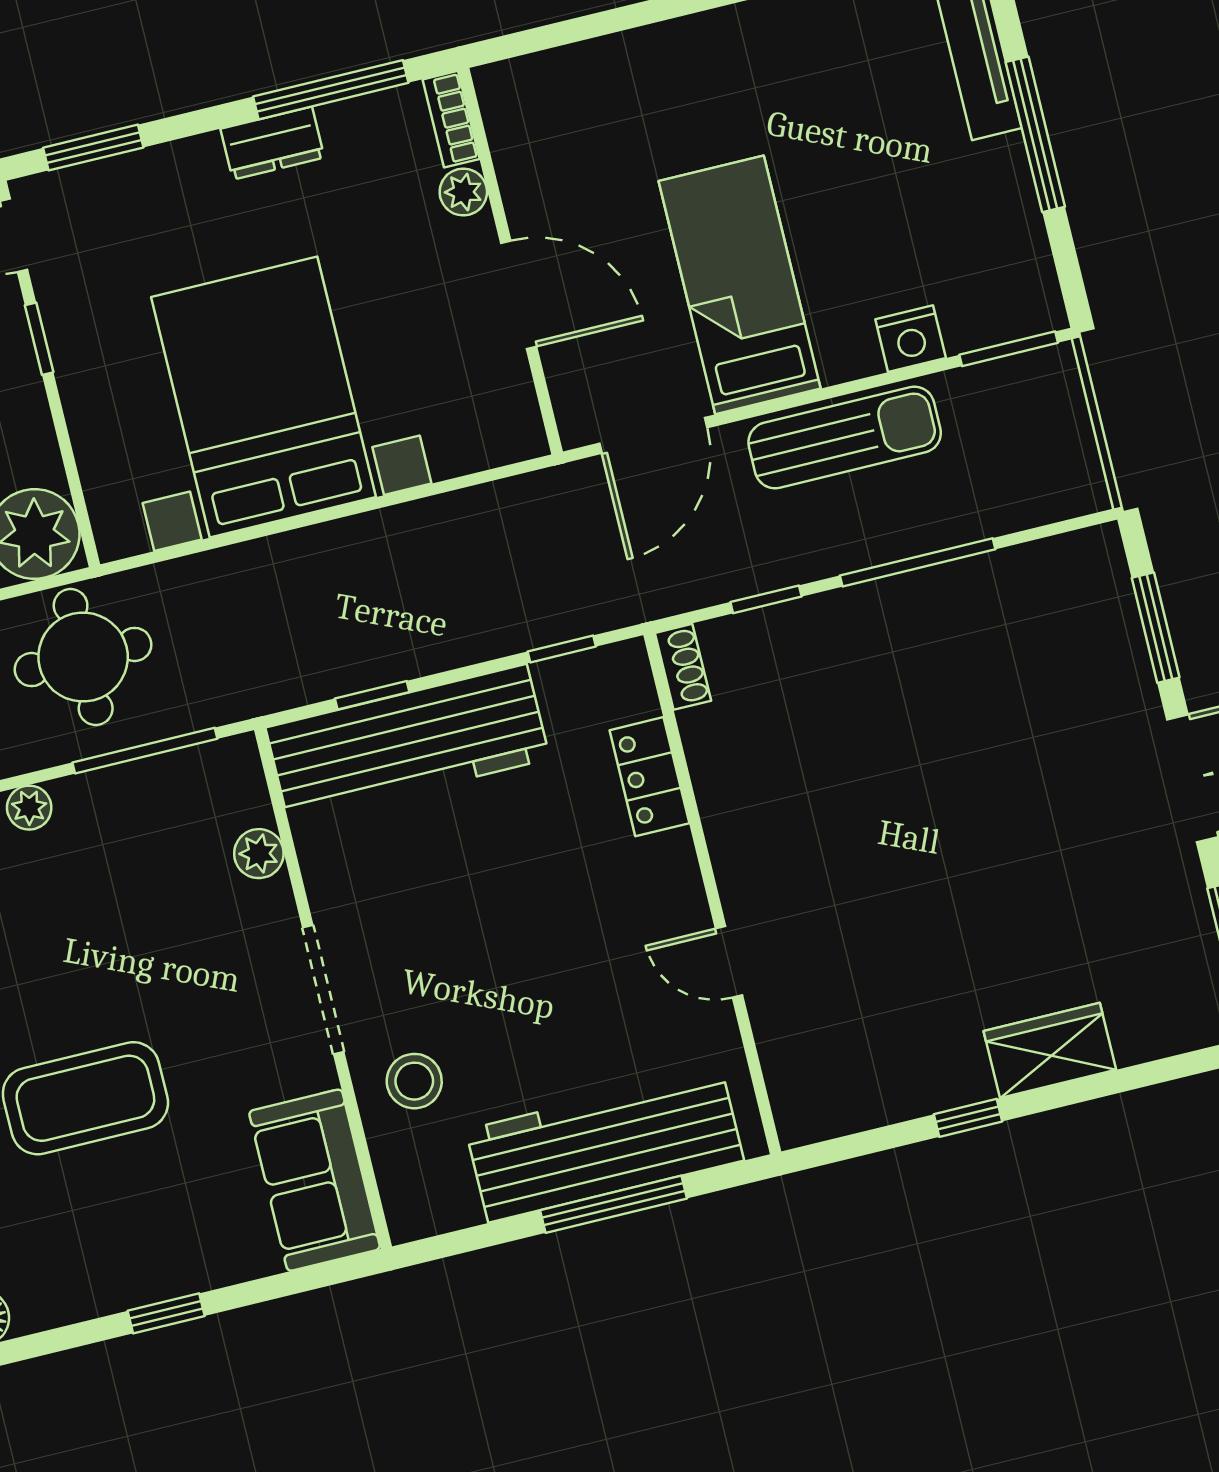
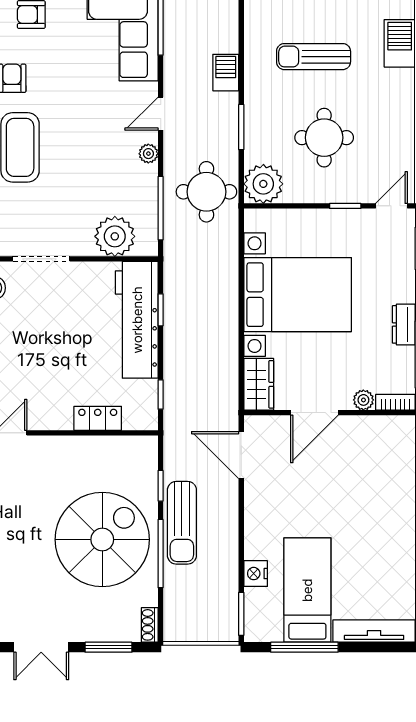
window: (1035, 134) -> (304, 647), moved
bed: (740, 285) -> (307, 590), moved, turned -90
wardrobe: (485, 435) -> (259, 384), added
sun lounger: (845, 438) -> (182, 523), moved
shoe rack: (683, 667) -> (150, 625), moved, turned 90
spiral stairs: (918, 700) -> (102, 540), added
plant: (259, 854) -> (115, 236), width x1.87, depth x1.87

